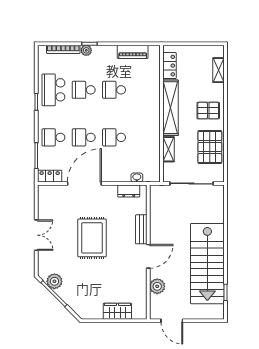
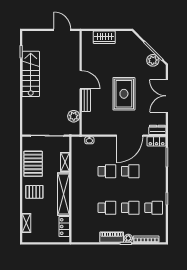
piano: (133, 52) -> (112, 237), moved
school desk: (53, 90) -> (154, 208), width x0.54
school desk: (53, 137) -> (154, 171), removed
dresser: (129, 191) -> (157, 130), moved
double door: (36, 235) -> (167, 96), width x1.37
door: (148, 256) -> (81, 80), swing flipped
stairs: (207, 264) -> (31, 74), width x0.73, depth x0.66
plant: (157, 286) -> (74, 116), moved

